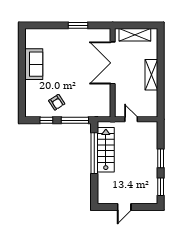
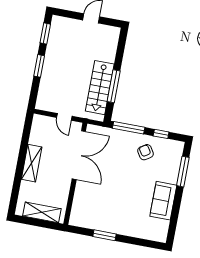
double door: (113, 63) -> (79, 155), moved
window: (22, 92) -> (183, 172), added
window: (94, 153) -> (114, 86), width x0.68

